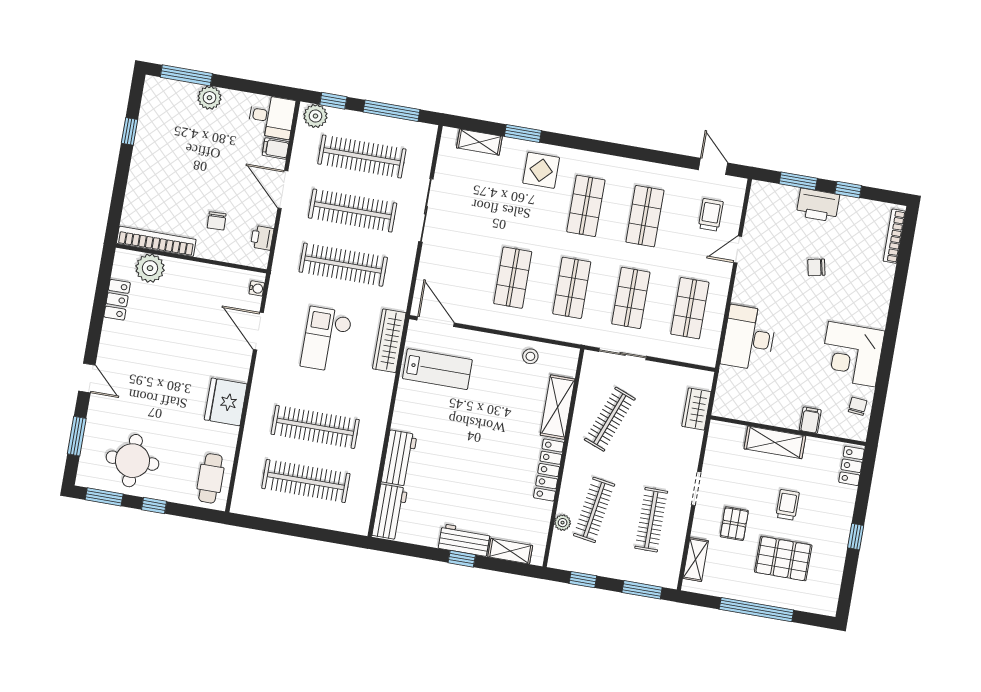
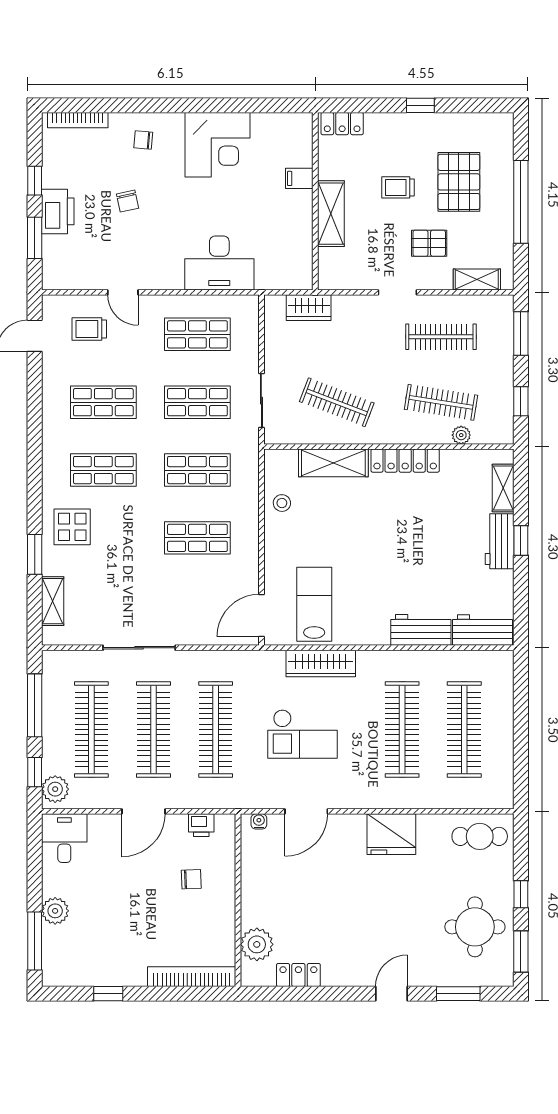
filing cabinet: (276, 148) -> (99, 827), removed
bookcase: (156, 241) -> (192, 977), moved, turned 90
wardrobe: (389, 341) -> (321, 663), moved
chair: (858, 406) -> (143, 140), moved

